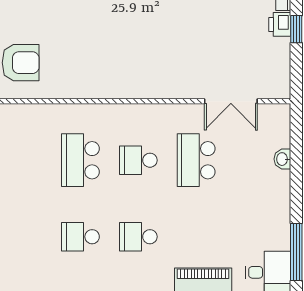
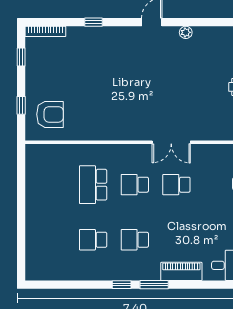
double door: (231, 101) -> (171, 142), moved
school desk: (196, 160) -> (176, 185), width x0.54

